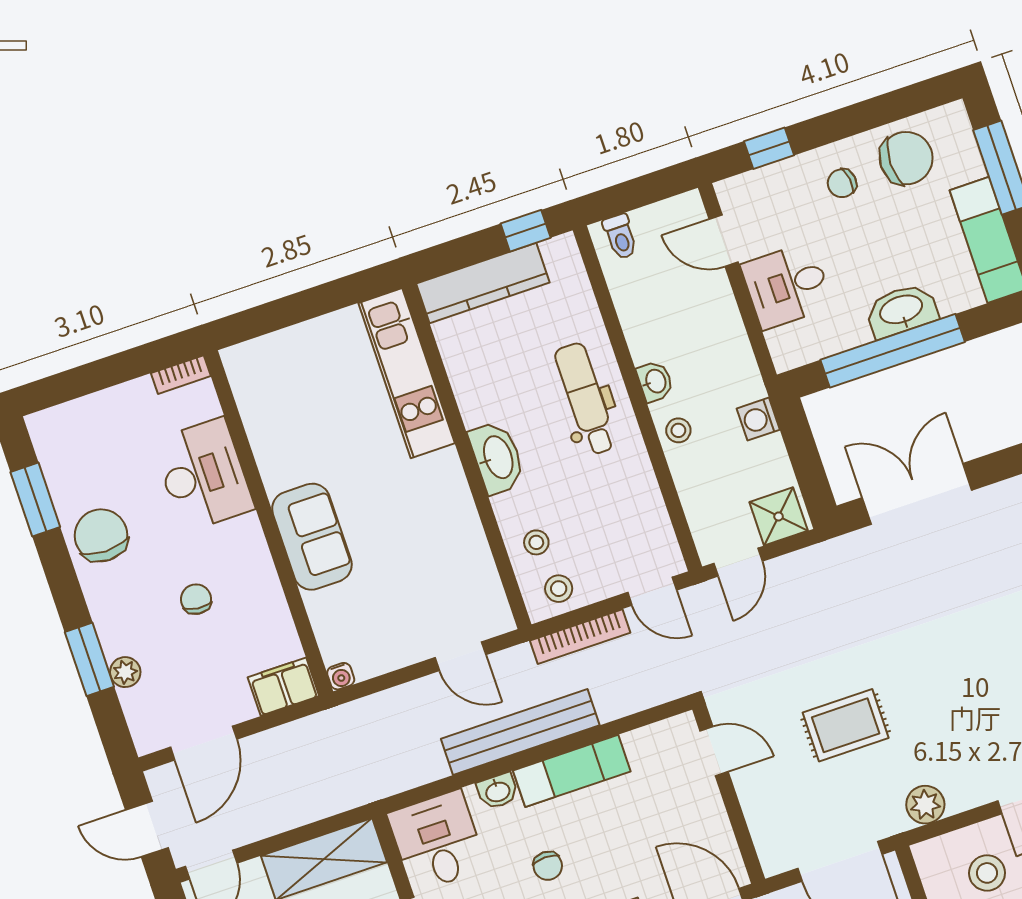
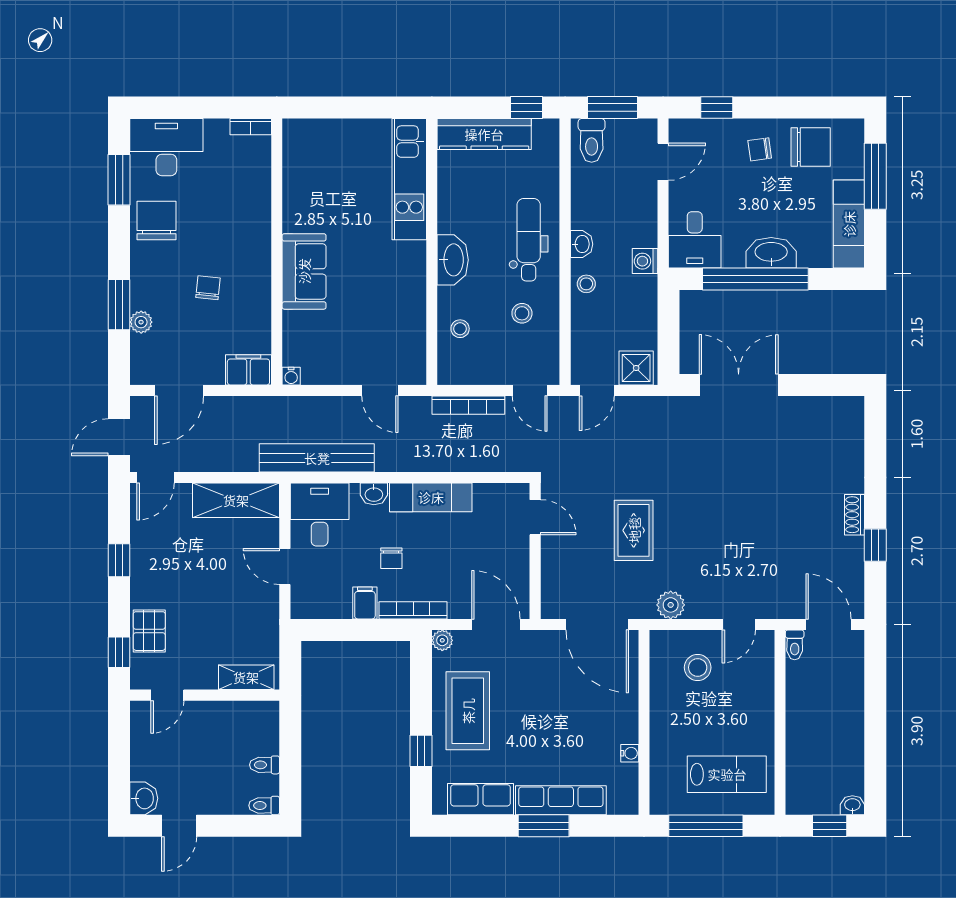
window: (635, 193) -> (612, 108), added
toilet: (620, 237) -> (592, 140), width x1.37, depth x1.39
door: (724, 241) -> (663, 162), swing flipped
desk: (787, 286) -> (695, 240), moved, turned -90
washing machine: (758, 419) -> (645, 261), moved
desk: (203, 475) -> (166, 147), moved, turned -90
stool: (559, 589) -> (522, 313), moved
rug: (846, 725) -> (634, 530), turned 90
bench: (520, 732) -> (317, 458), moved
door: (147, 829) -> (119, 437), hinge flipped

